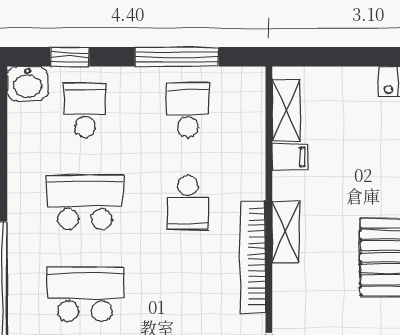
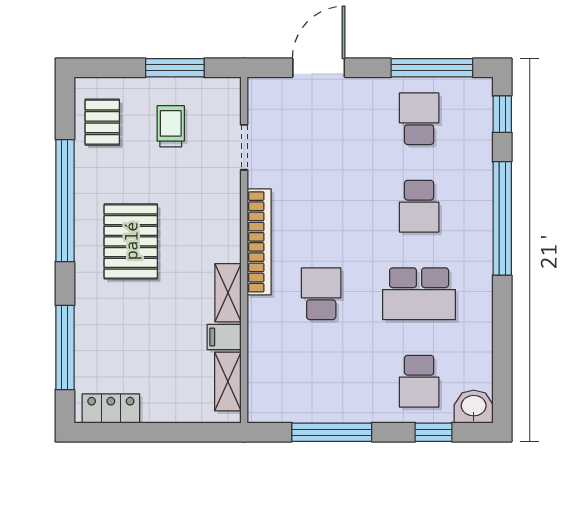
school desk: (188, 110) -> (321, 381), removed
shelving: (286, 232) -> (228, 293), moved
school desk: (85, 294) -> (419, 206), width x0.54

